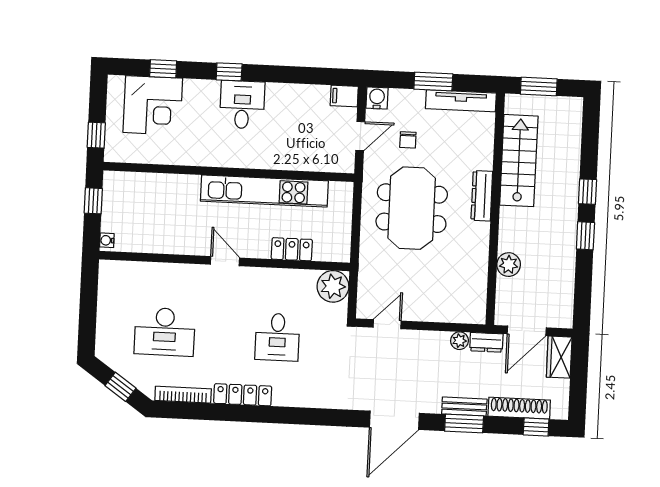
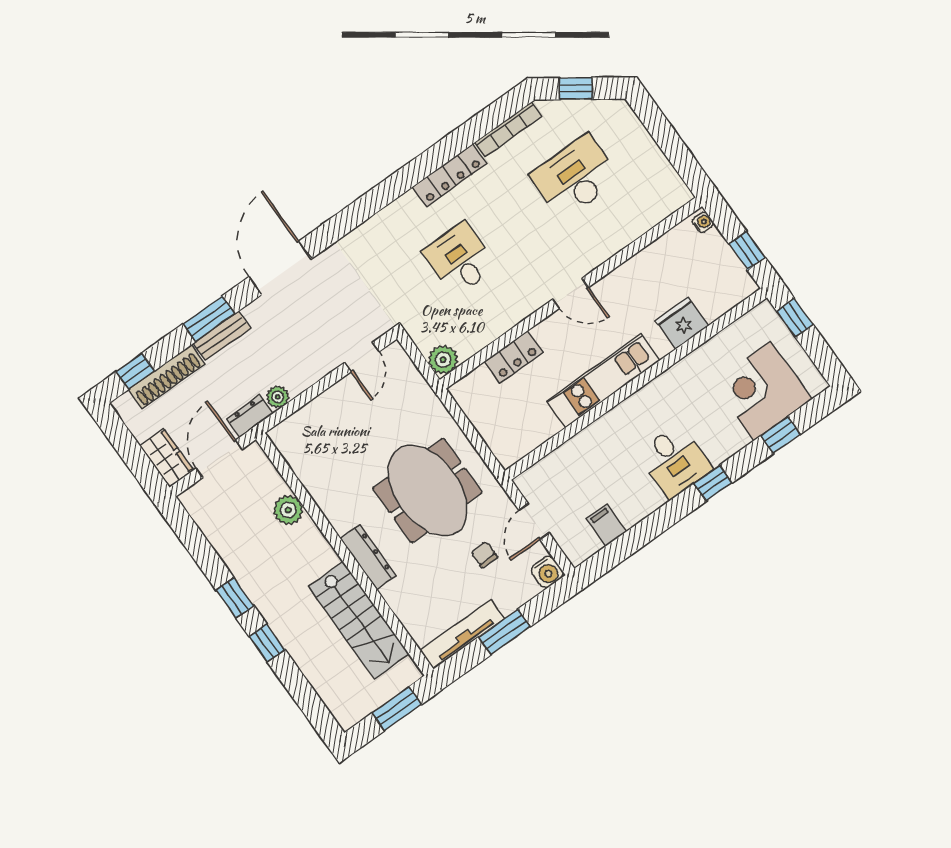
filing cabinet: (344, 96) -> (606, 525), moved, turned -90
fridge: (170, 187) -> (682, 323), added
kitchen unit: (264, 191) -> (603, 381), width x0.73
plant: (333, 286) -> (443, 360), width x0.73, depth x0.73

